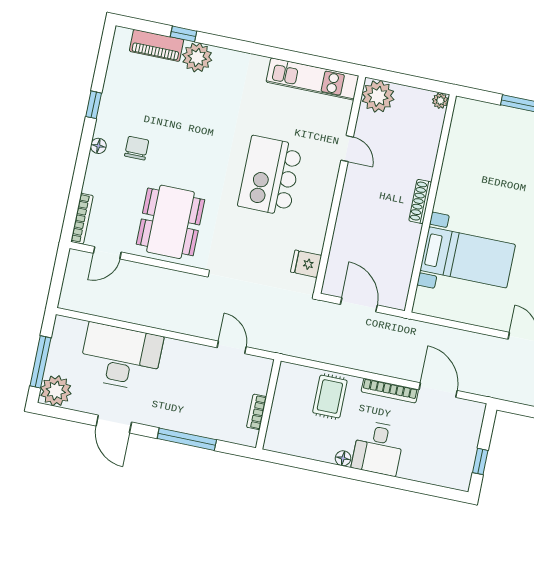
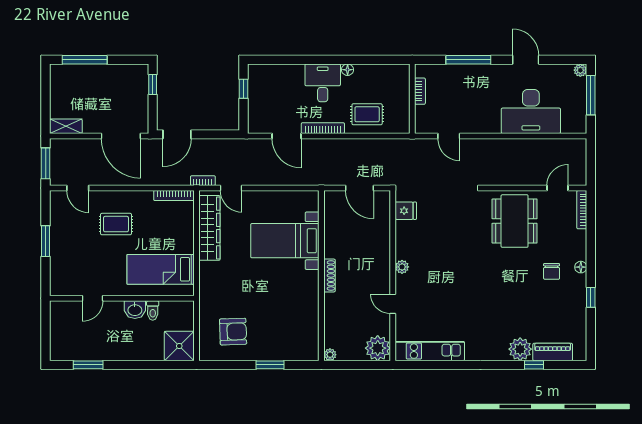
kitchen island: (270, 176) -> (447, 271), removed
plant: (326, 193) -> (402, 267), added
plant: (56, 391) -> (580, 70), width x0.53, depth x0.53
rug: (330, 397) -> (367, 114), turned 90

